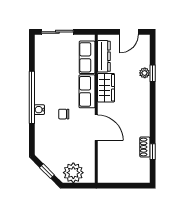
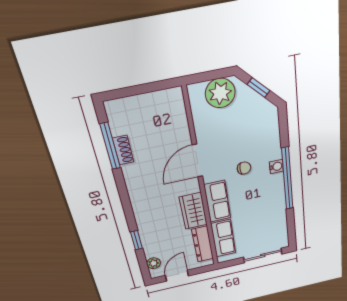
plant: (145, 73) -> (154, 263), moved
door: (96, 128) -> (197, 161), hinge flipped
window: (153, 152) -> (110, 146), width x2.17

